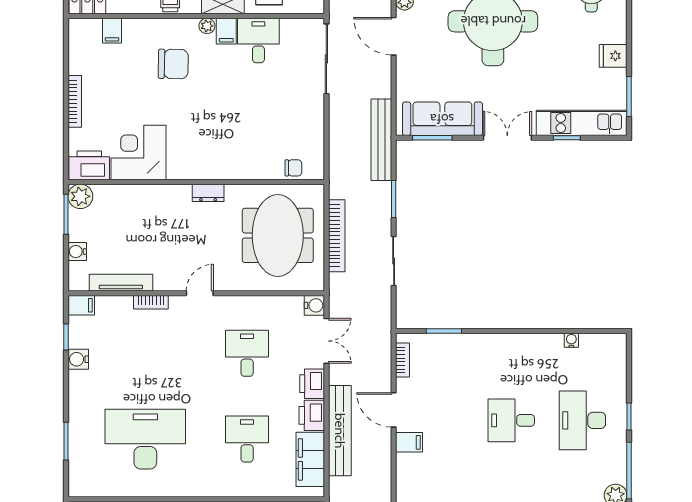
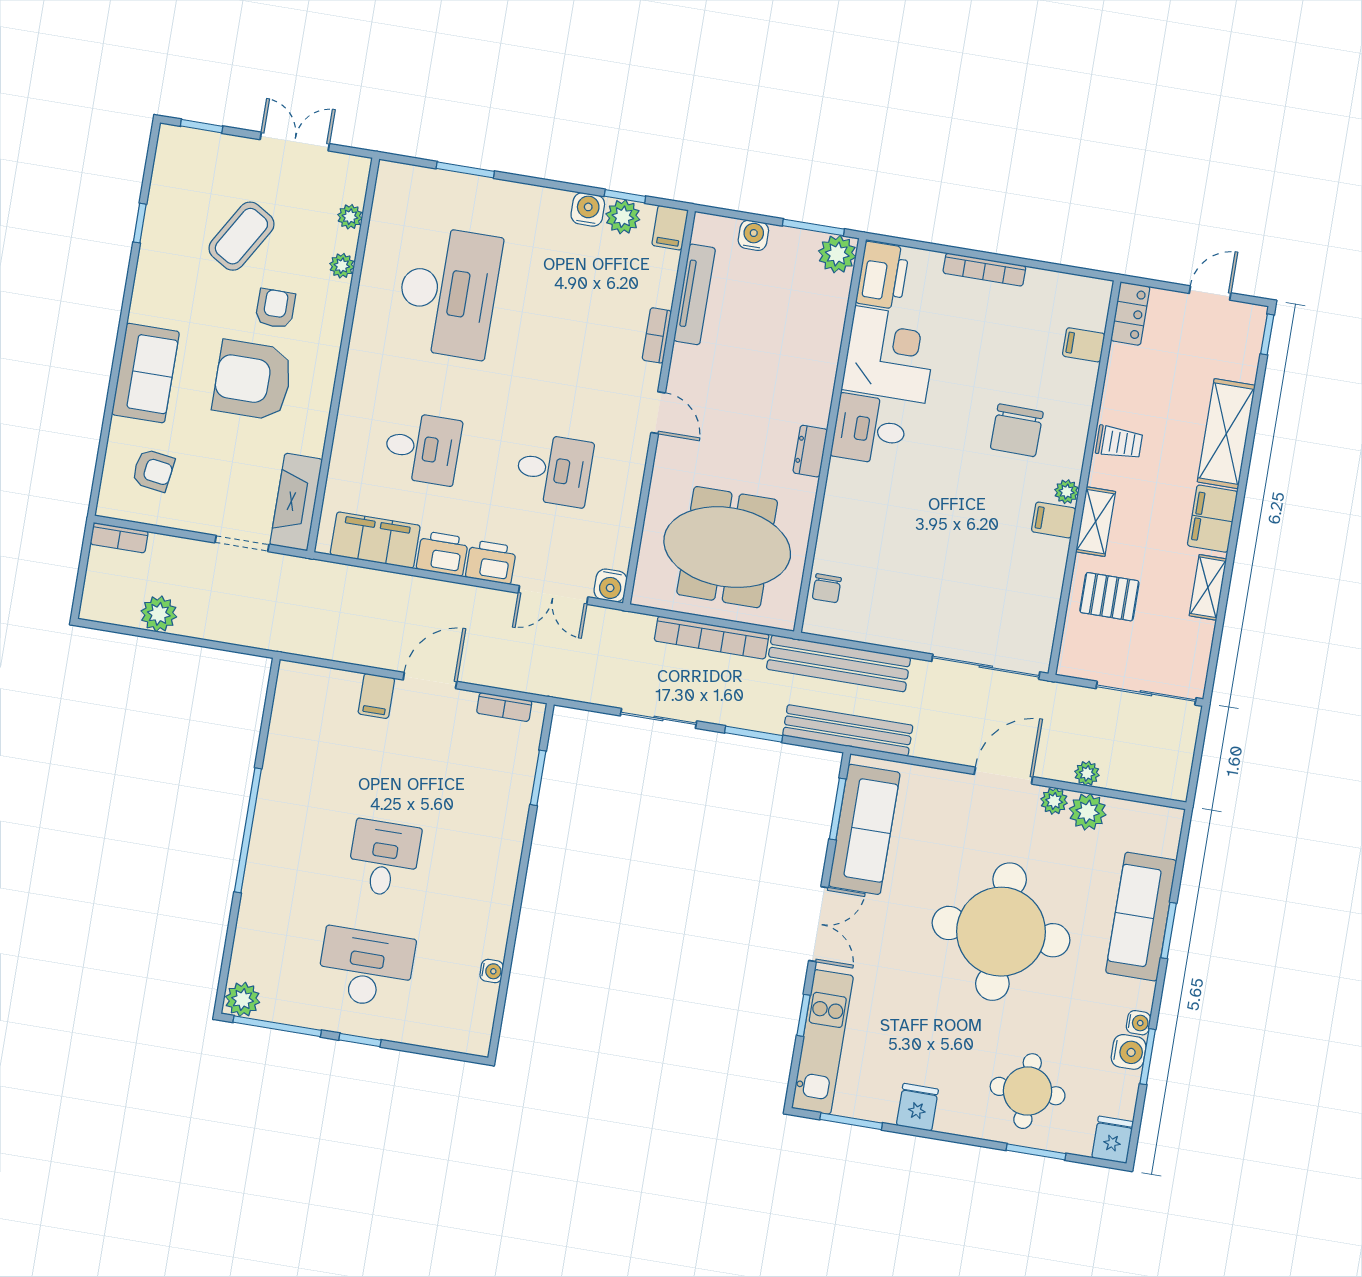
desk: (258, 40) -> (869, 430), moved, turned 180
plant: (79, 336) -> (623, 217), added
bench: (340, 431) -> (838, 663), moved

